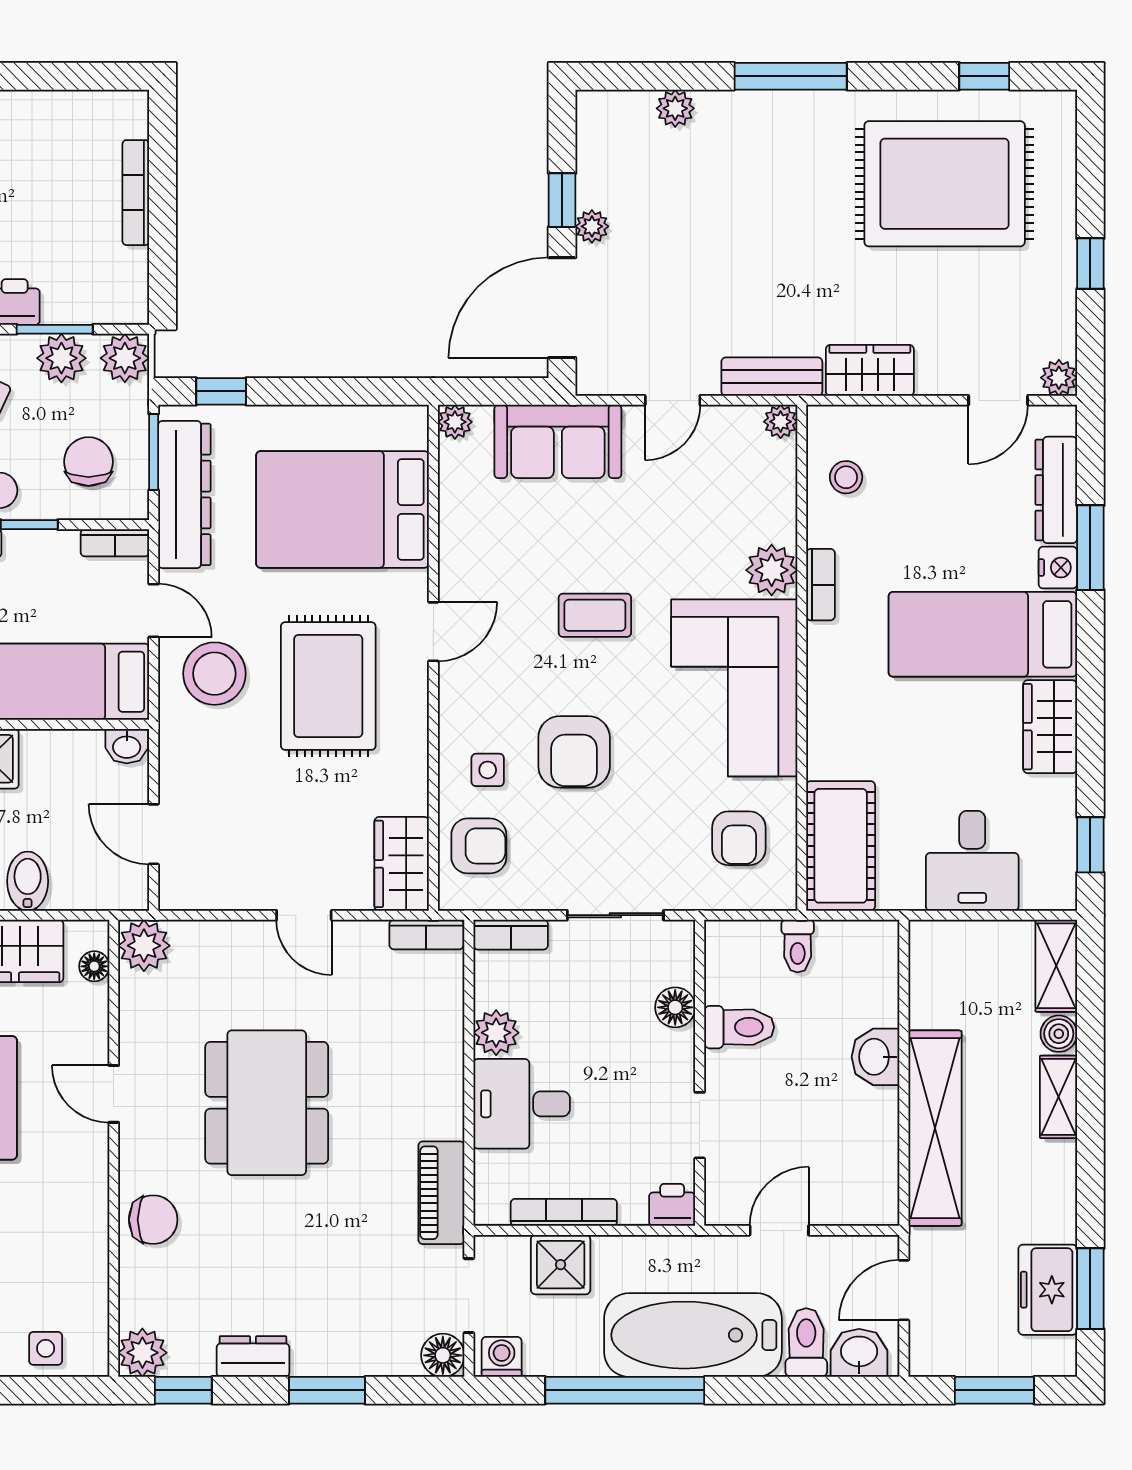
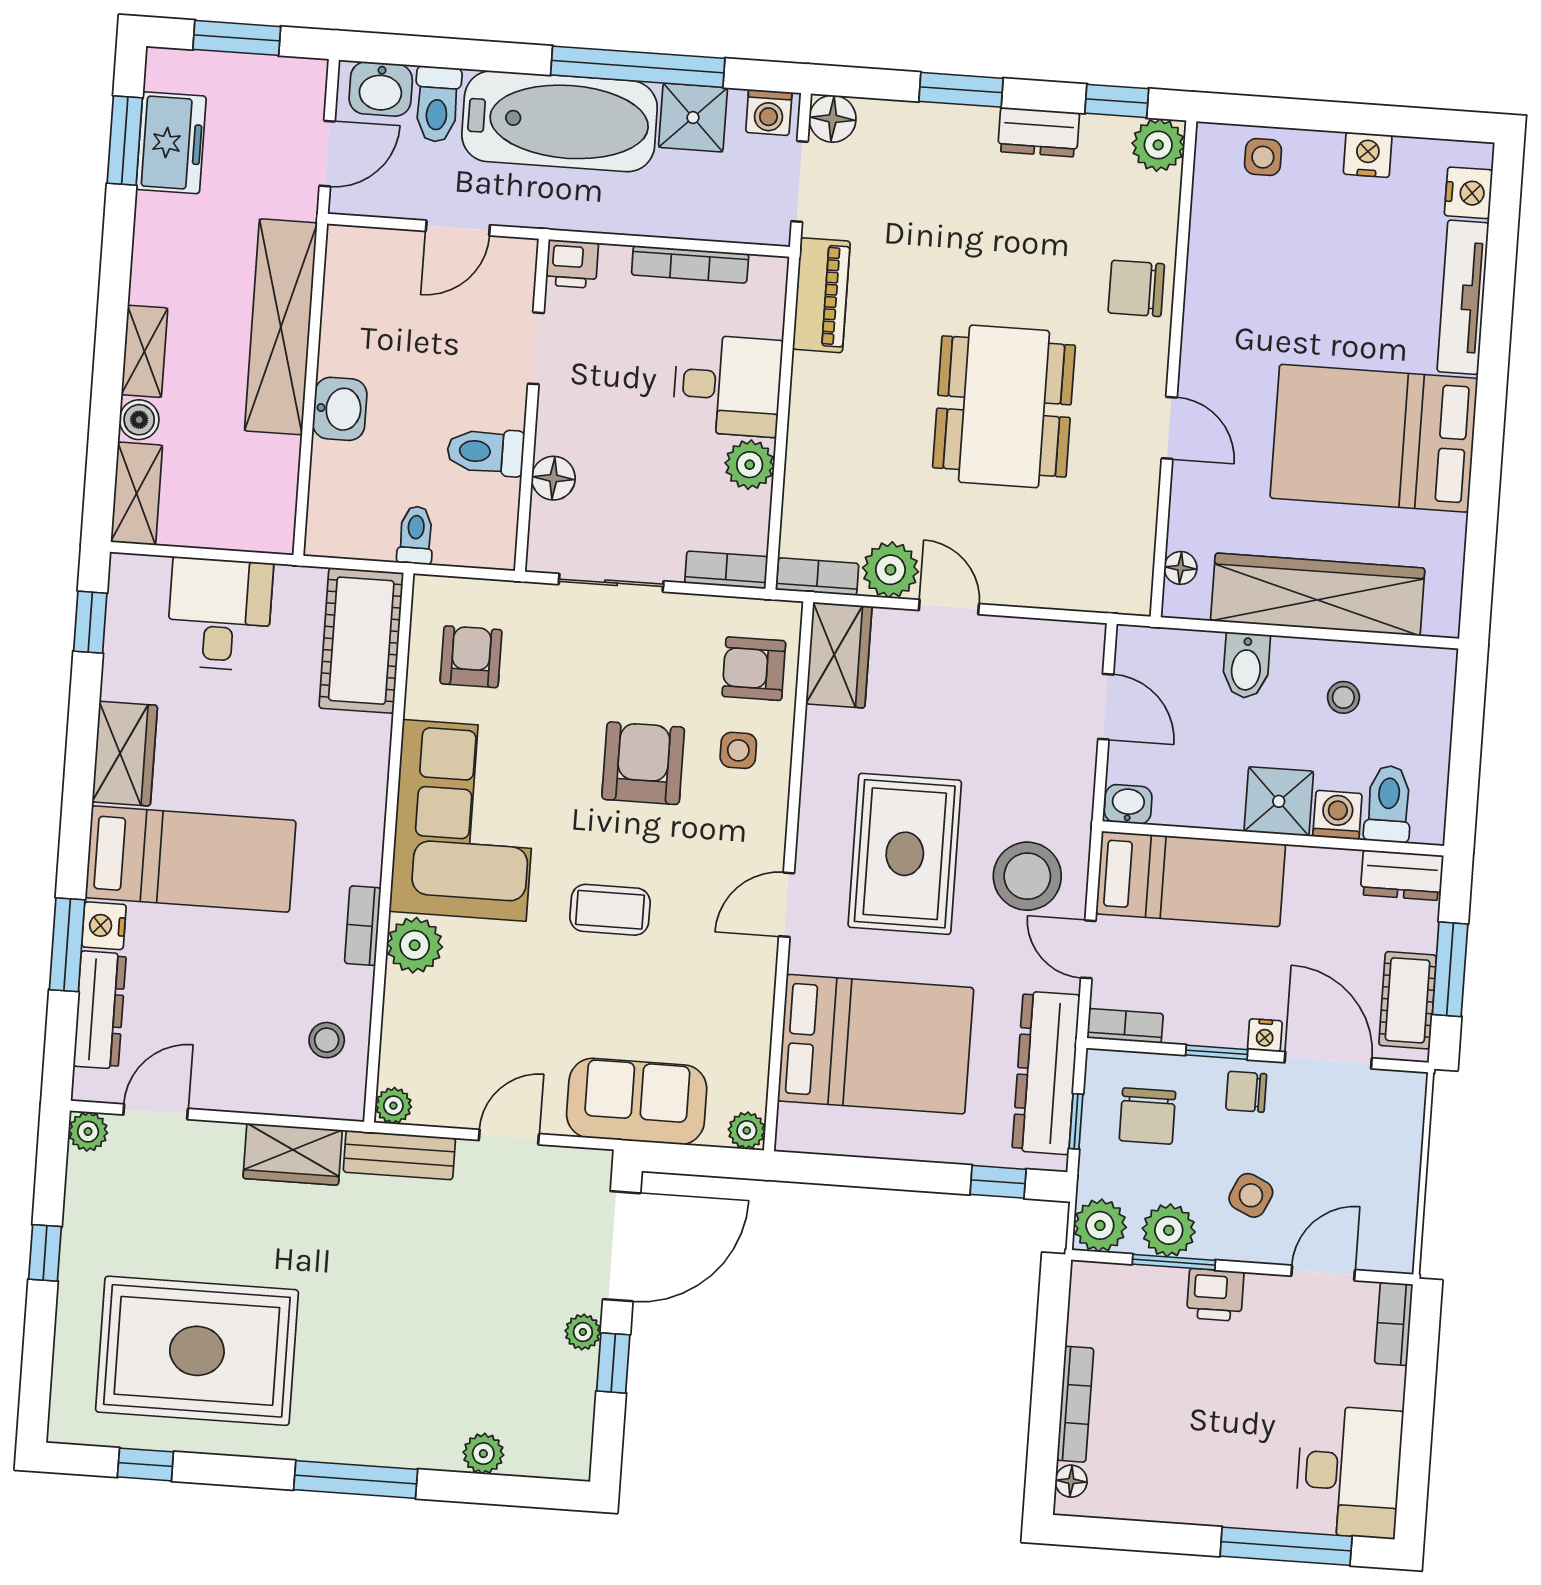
floor lamp: (135, 122) -> (1071, 1481), added
window: (154, 452) -> (1076, 1121), width x0.67
plant: (144, 946) -> (890, 570), moved
shower: (561, 1265) -> (693, 118), moved

